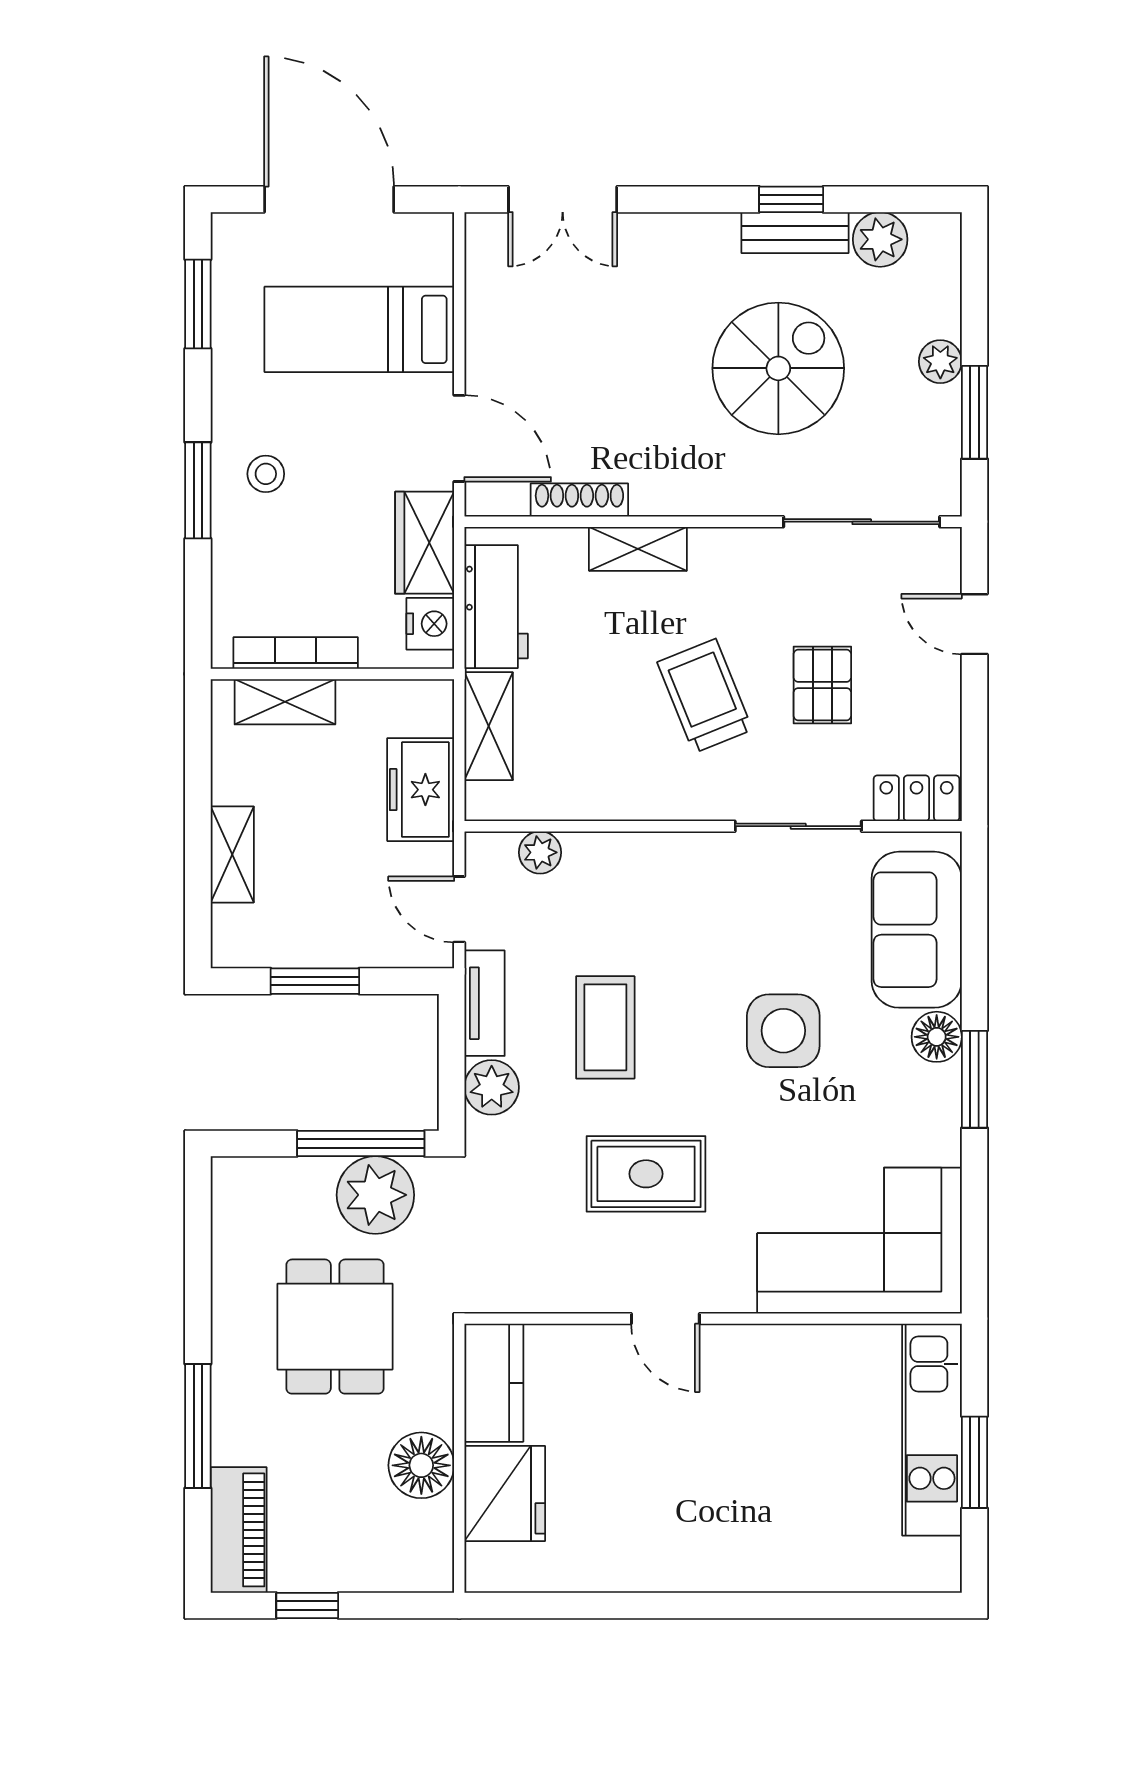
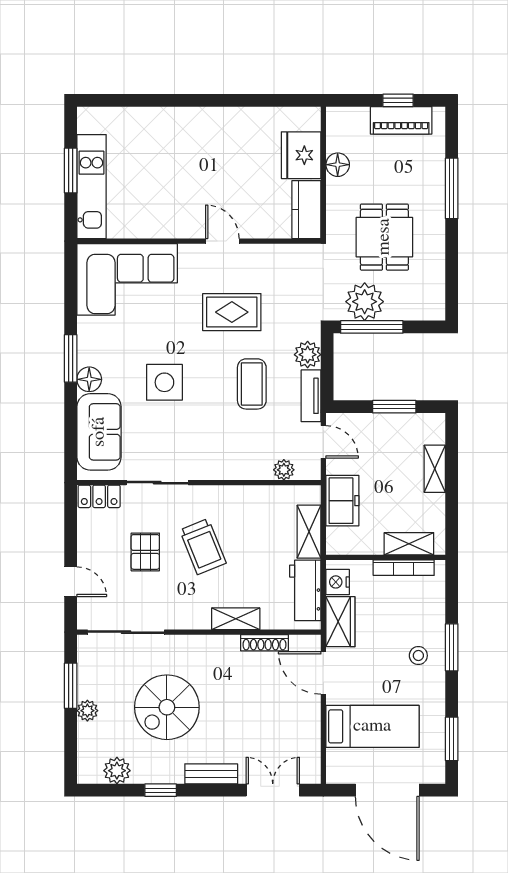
bench: (795, 233) -> (211, 774), moved
floor lamp: (421, 1465) -> (338, 165), width x0.73, depth x0.73
piano: (239, 1530) -> (401, 120), moved, turned -90

